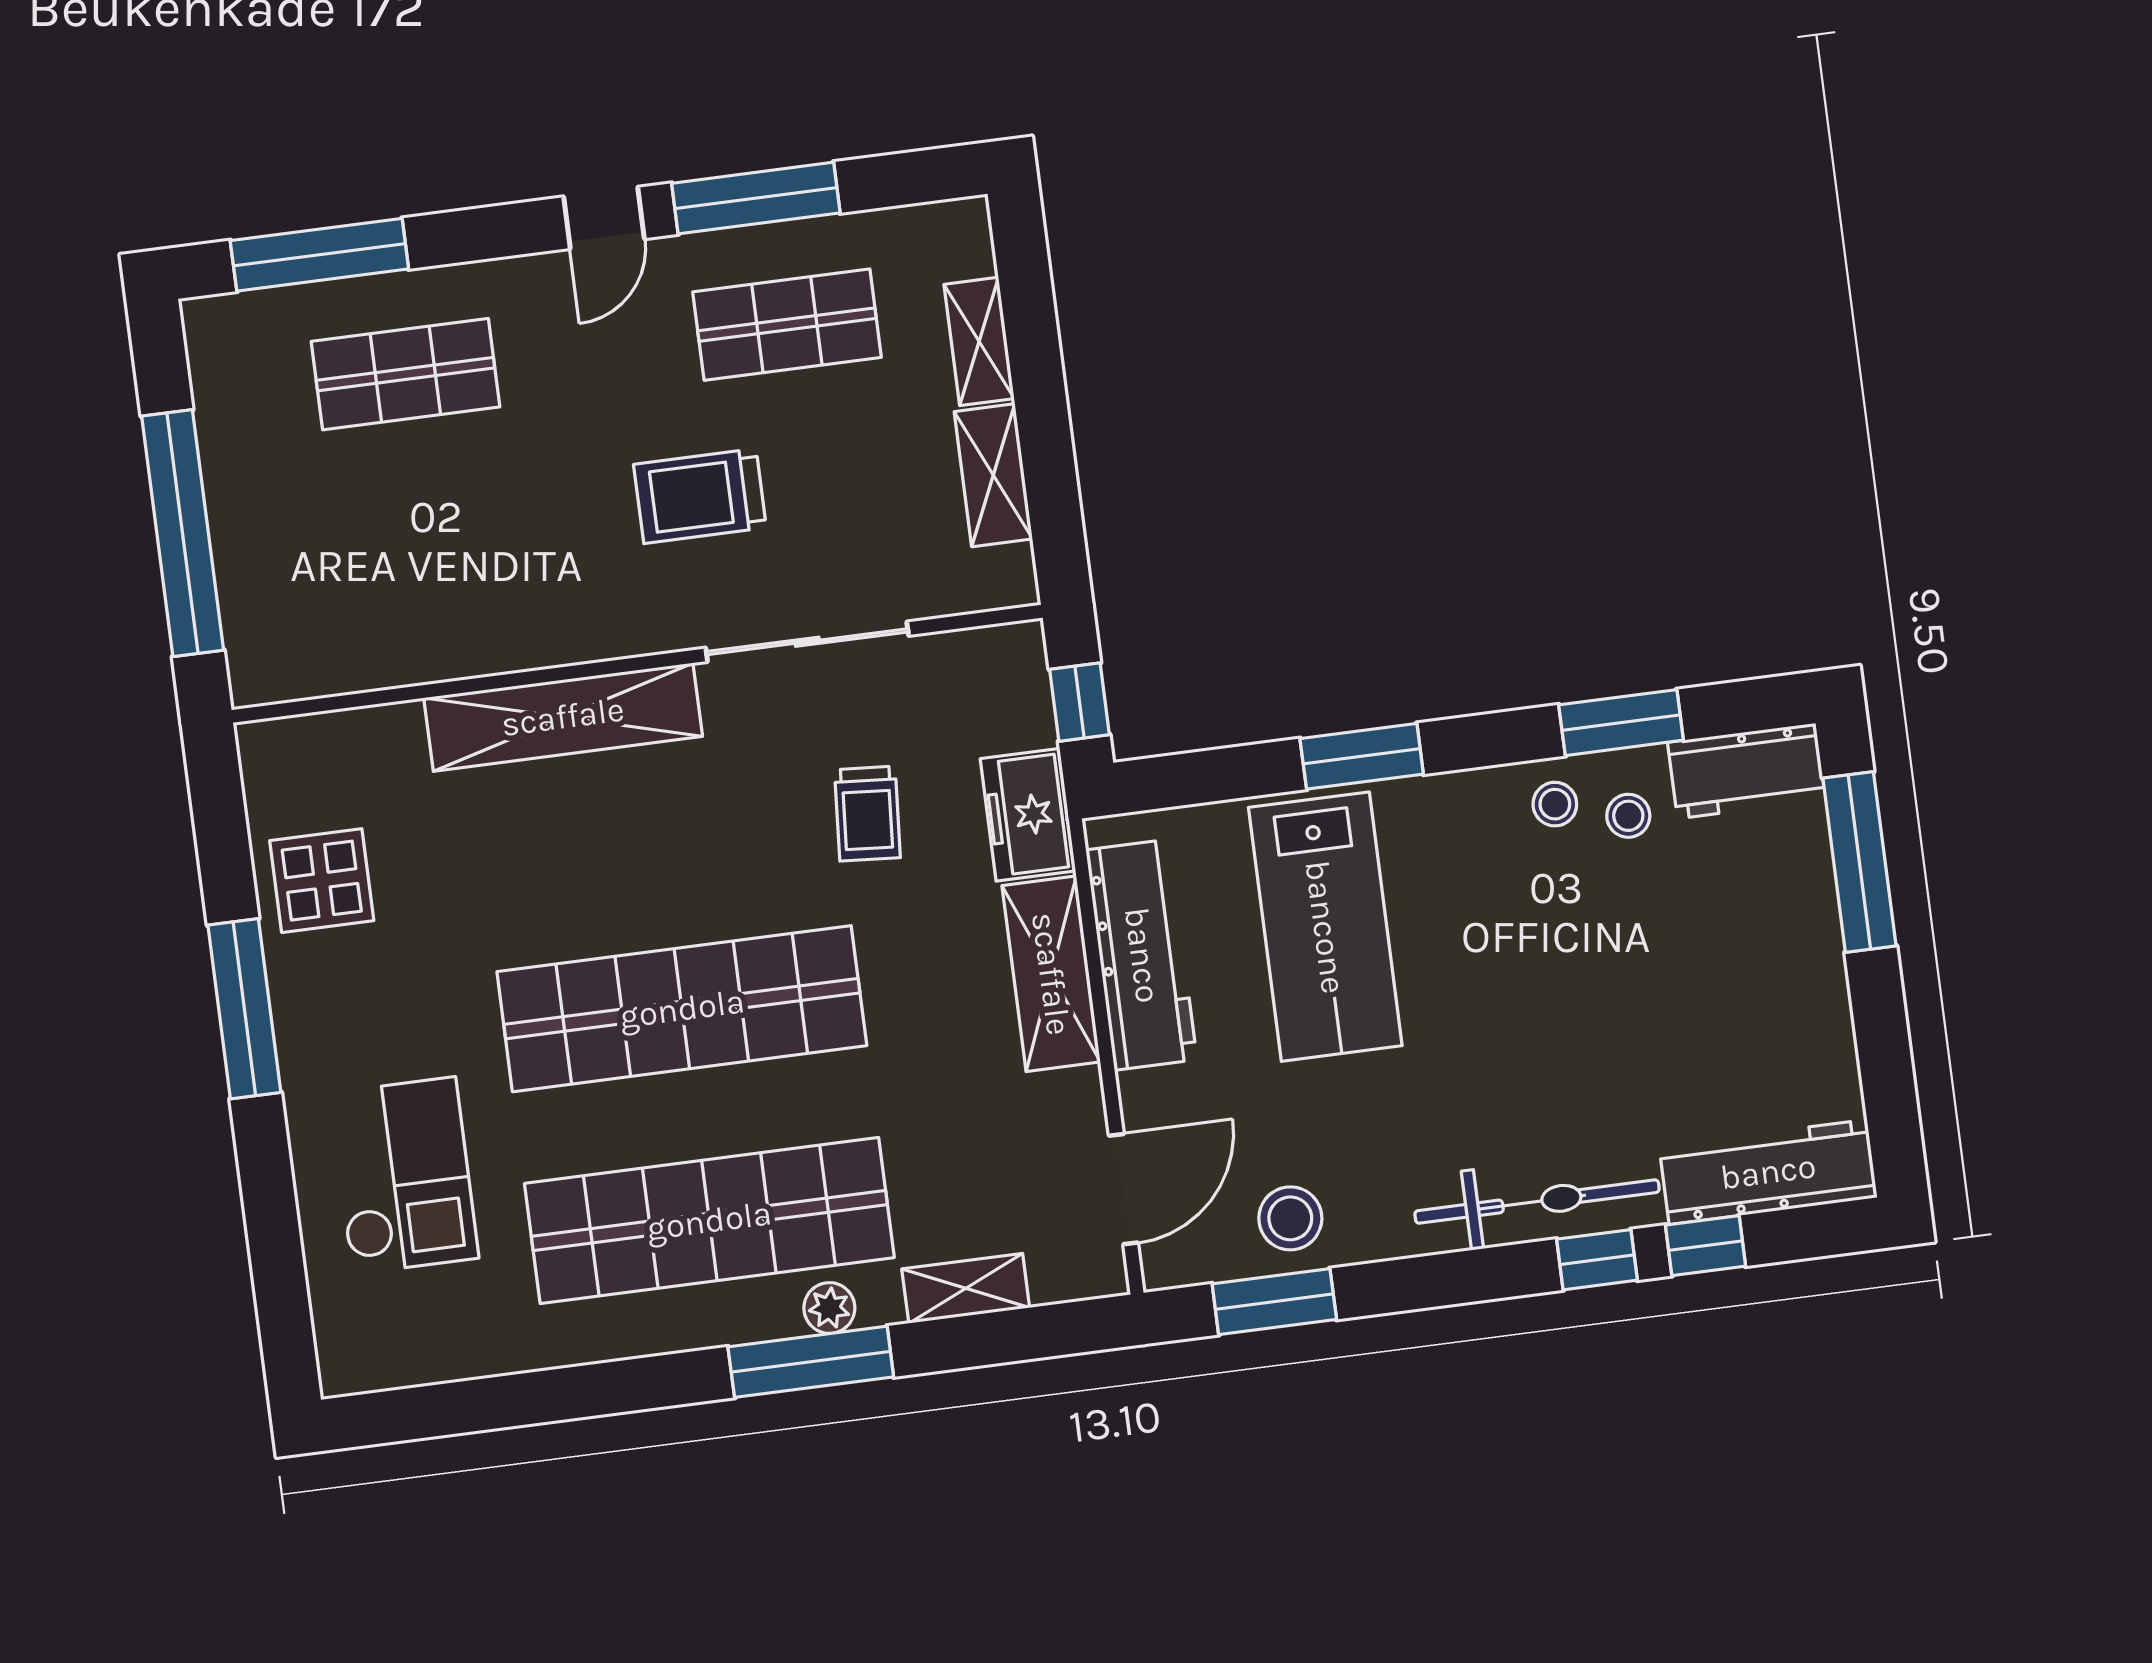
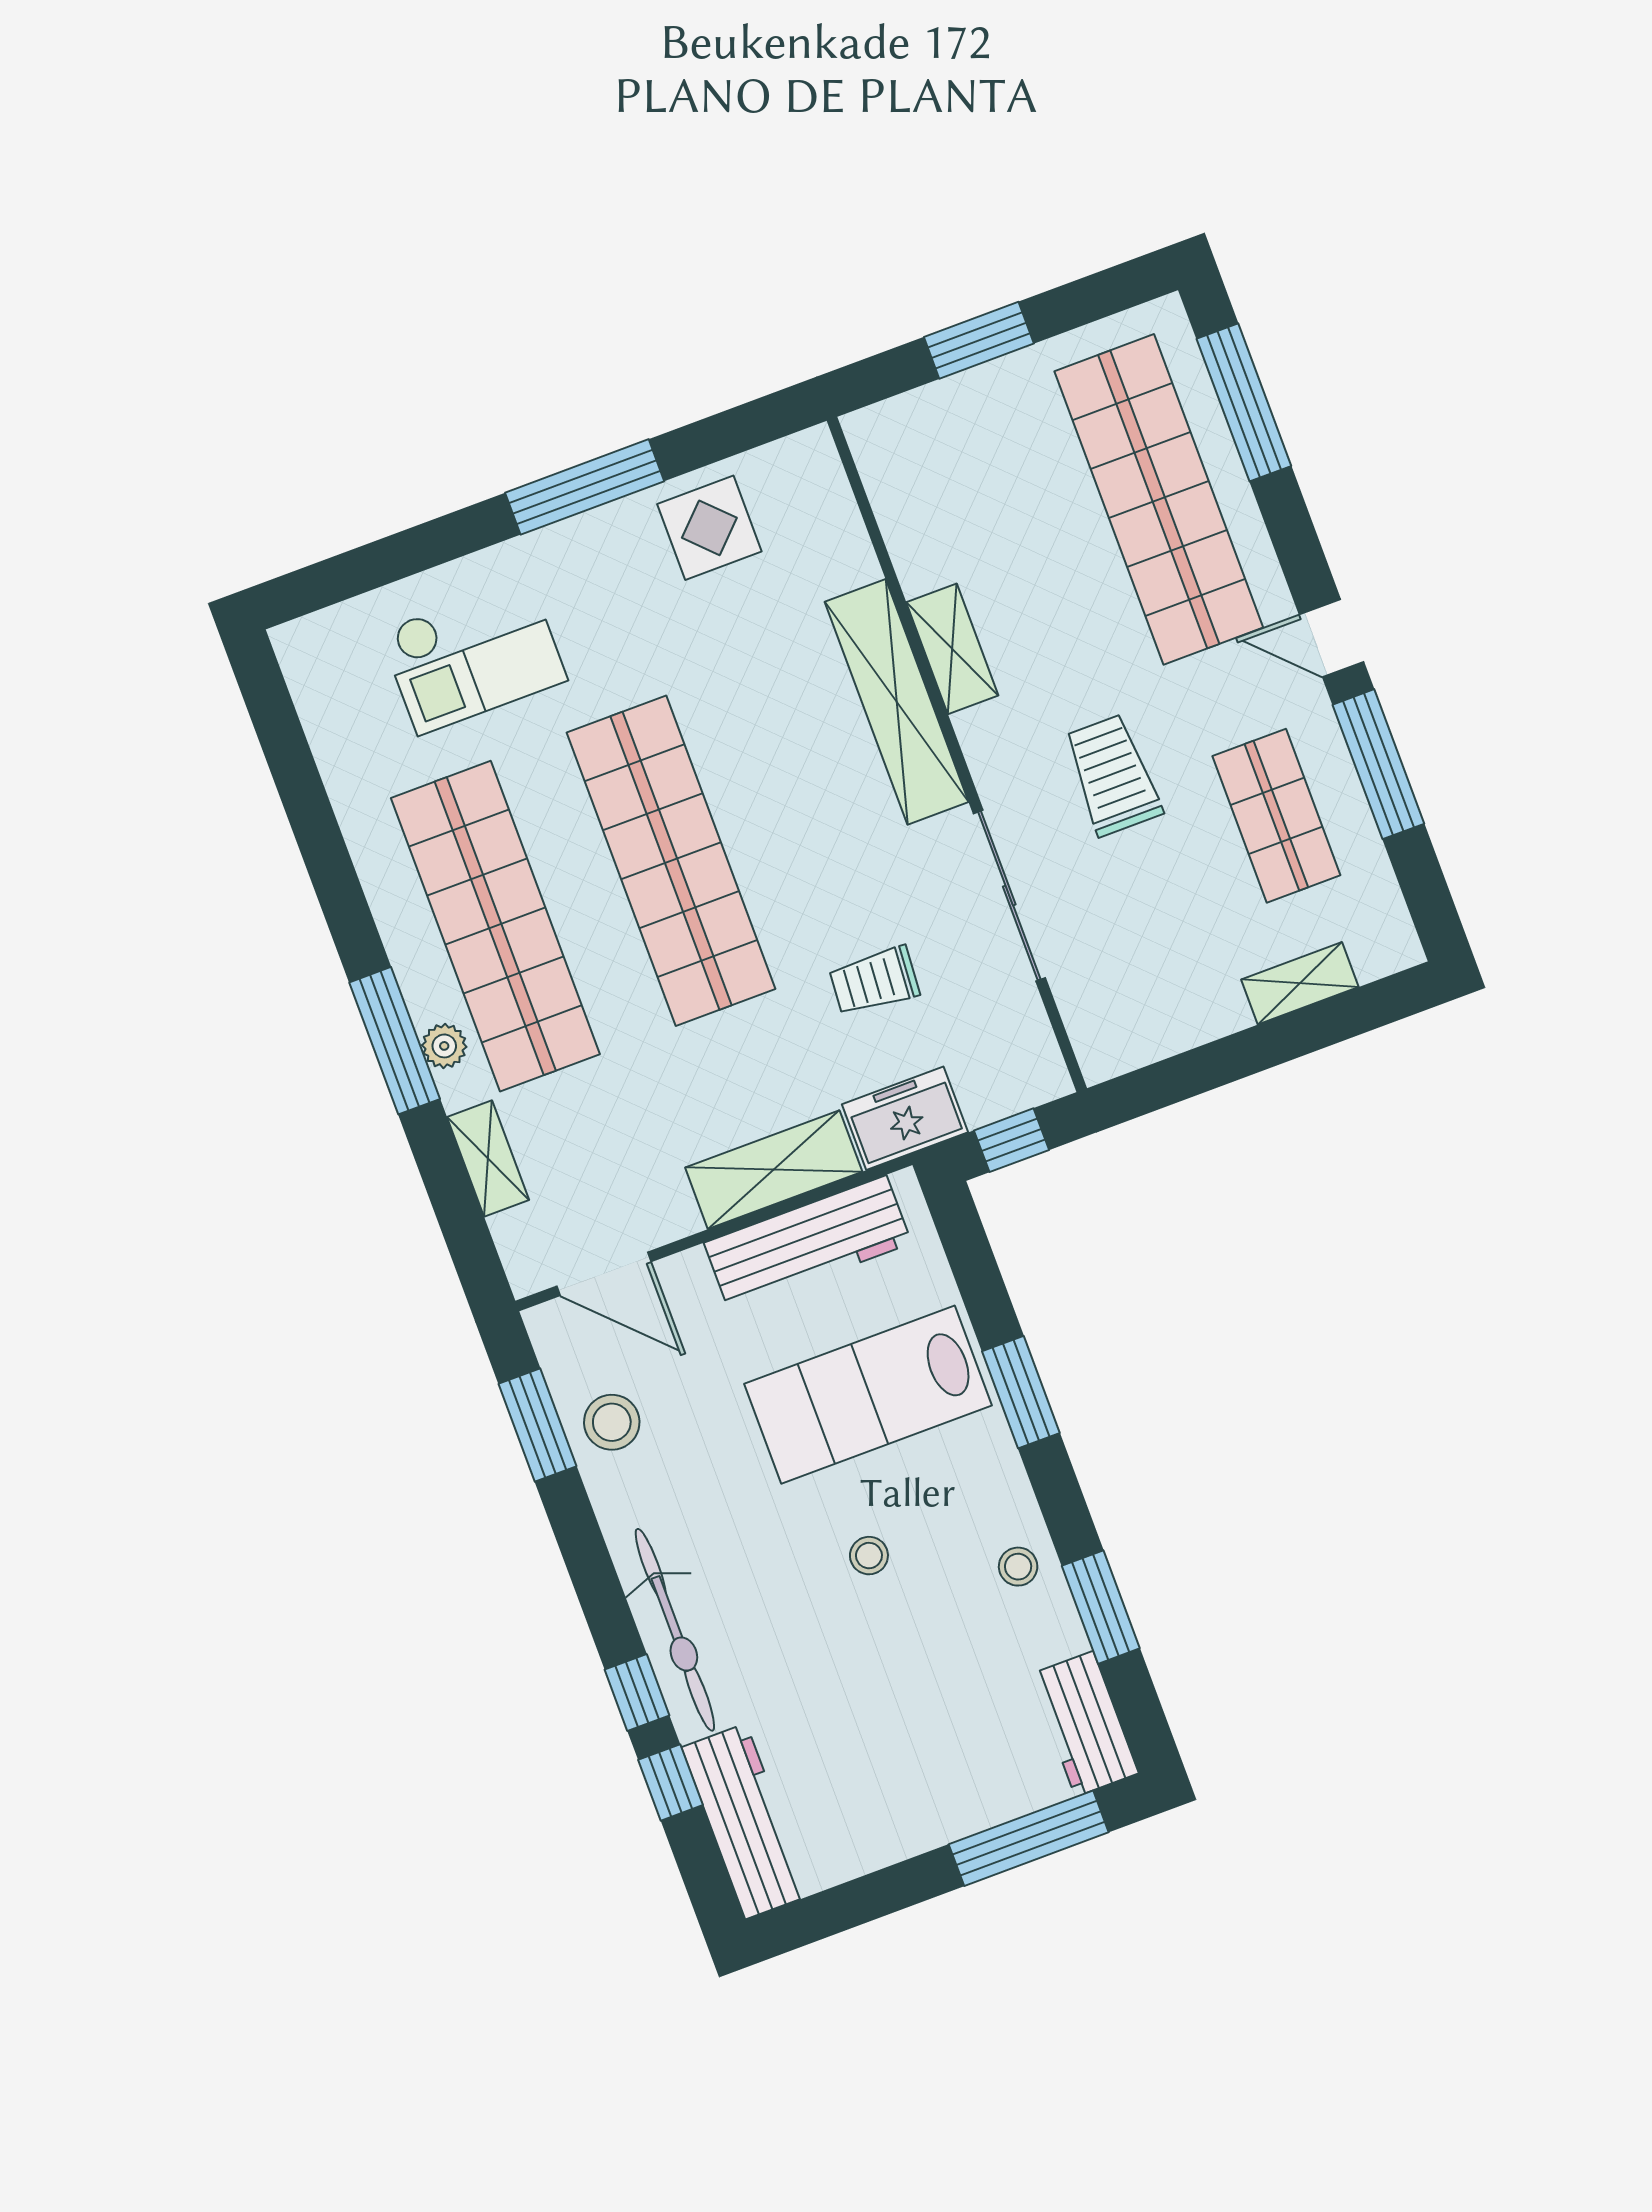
shop shelf: (405, 374) -> (1159, 499), width x2.00, depth x1.36
shelving: (993, 475) -> (952, 649), moved, turned 90
window: (183, 533) -> (979, 340), width x0.47
stool: (1628, 816) -> (869, 1556), moved

